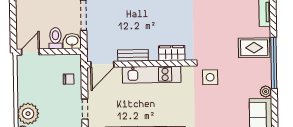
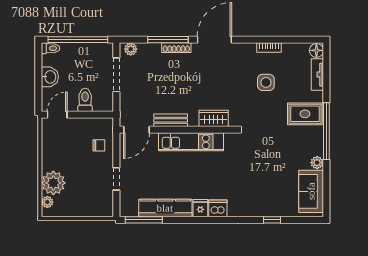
washbasin: (72, 41) -> (50, 77), moved, turned 90
side table: (210, 77) -> (266, 82), moved

